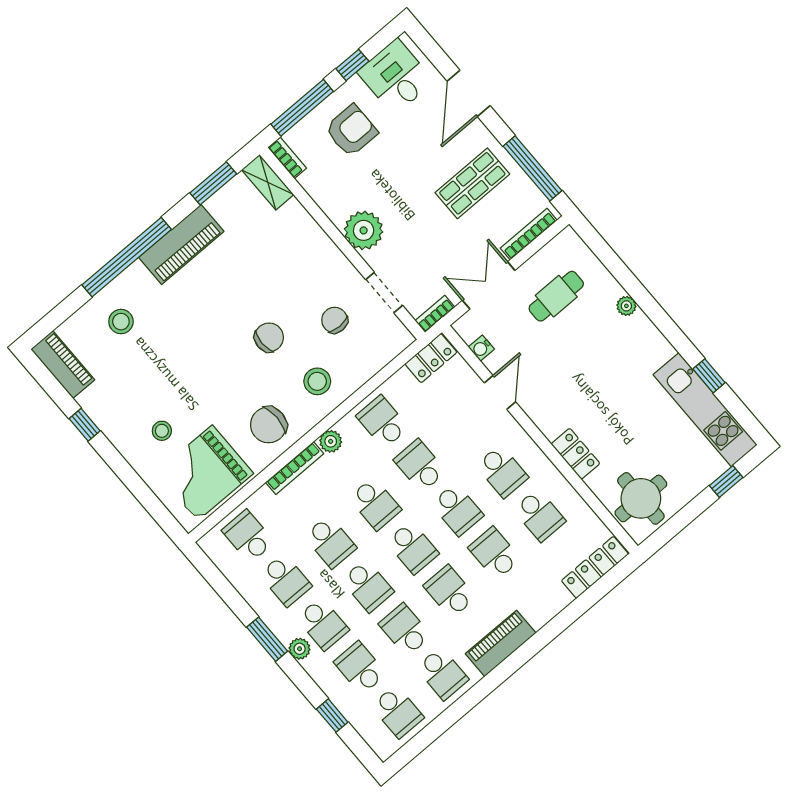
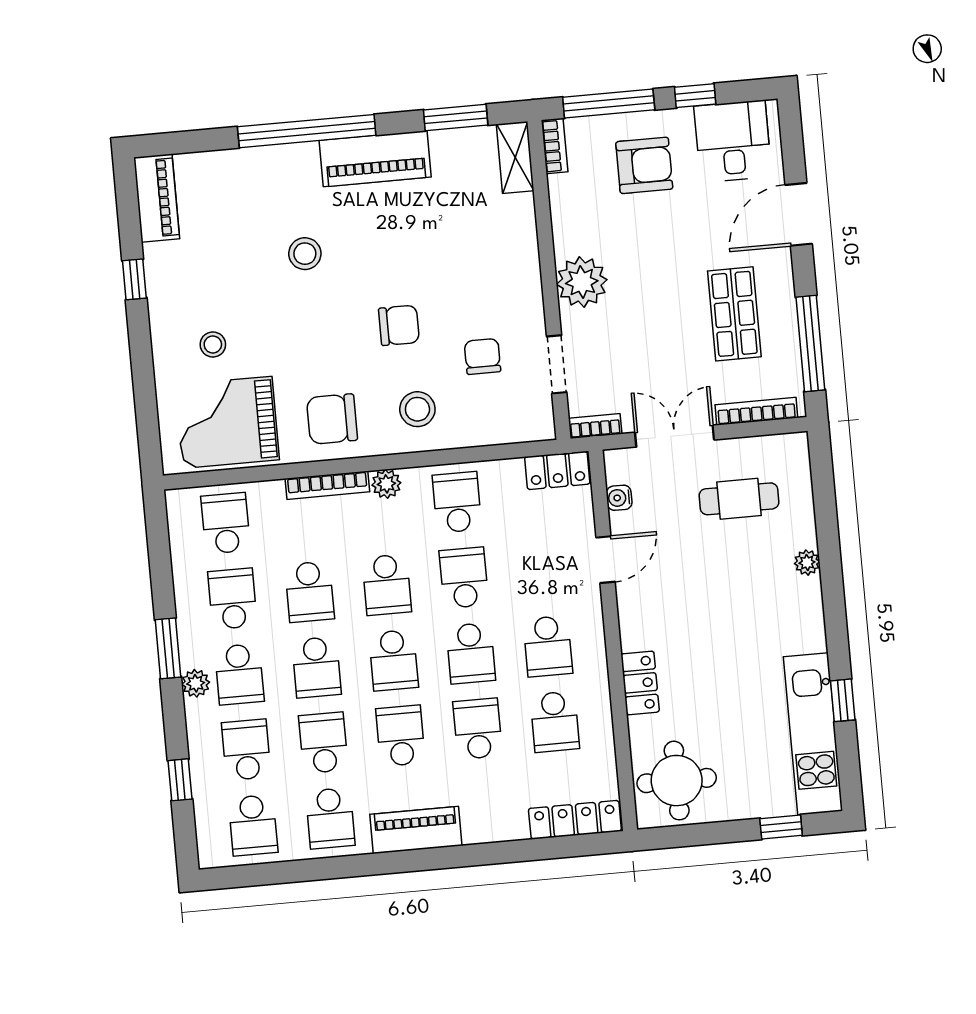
shop shelf: (472, 183) -> (734, 314), turned 90
stool: (121, 322) -> (305, 254), moved
school desk: (285, 580) -> (232, 599), turned 180

